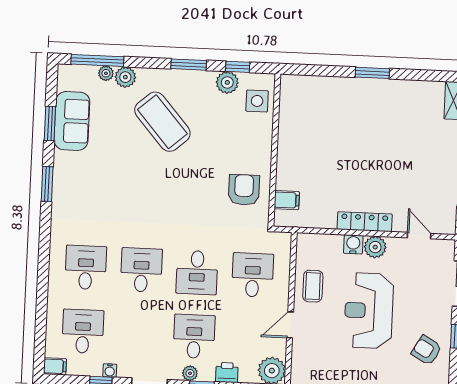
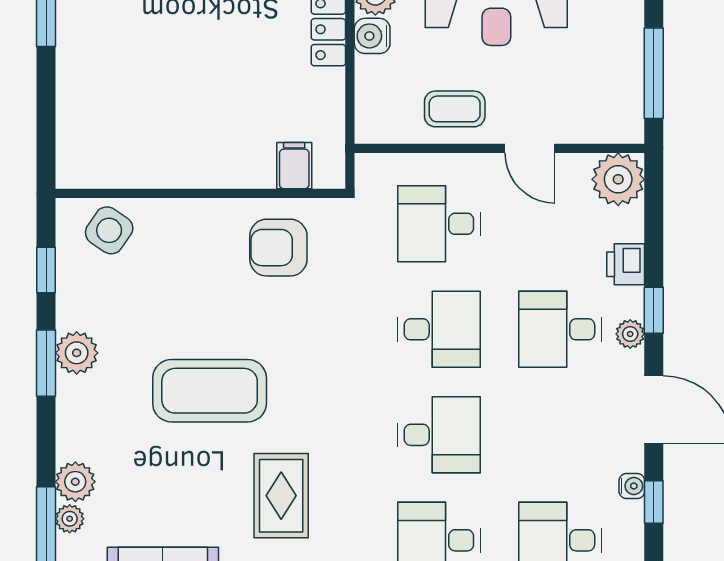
plant: (227, 82) -> (77, 353), moved
side table: (257, 101) -> (109, 230), turned 34
coffee table: (162, 122) -> (210, 391), moved, turned 41
rug: (113, 185) -> (281, 496), added
desk: (141, 270) -> (439, 435), turned 180

